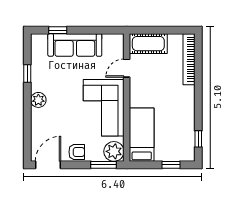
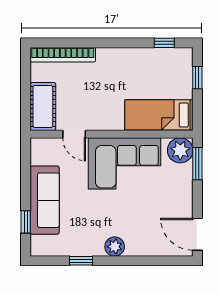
armchair: (77, 152) -> (181, 198), removed

